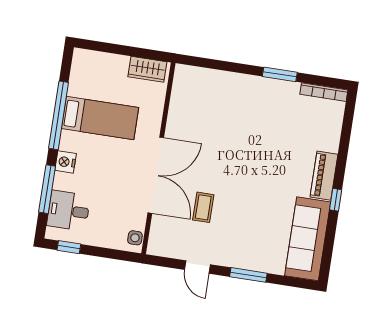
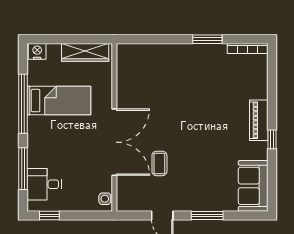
wardrobe: (147, 69) -> (85, 52), width x1.50
nightstand: (66, 162) -> (37, 51), moved, turned 90
sofa: (308, 239) -> (253, 186), width x0.73

